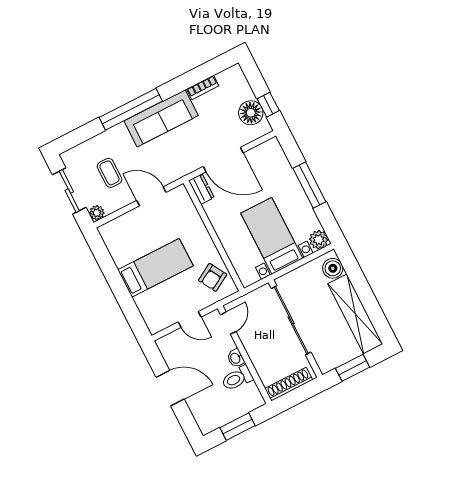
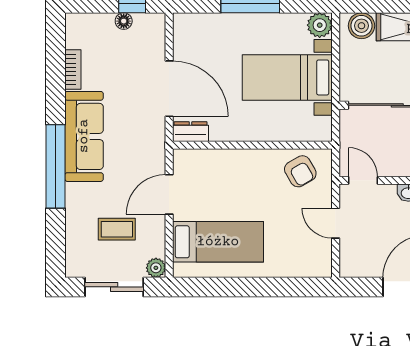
floor lamp: (251, 113) -> (124, 21), width x0.53, depth x0.53
door: (223, 160) -> (169, 89), hinge flipped
bed: (155, 268) -> (218, 242), moved, turned 90
door: (190, 319) -> (336, 223), swing flipped

